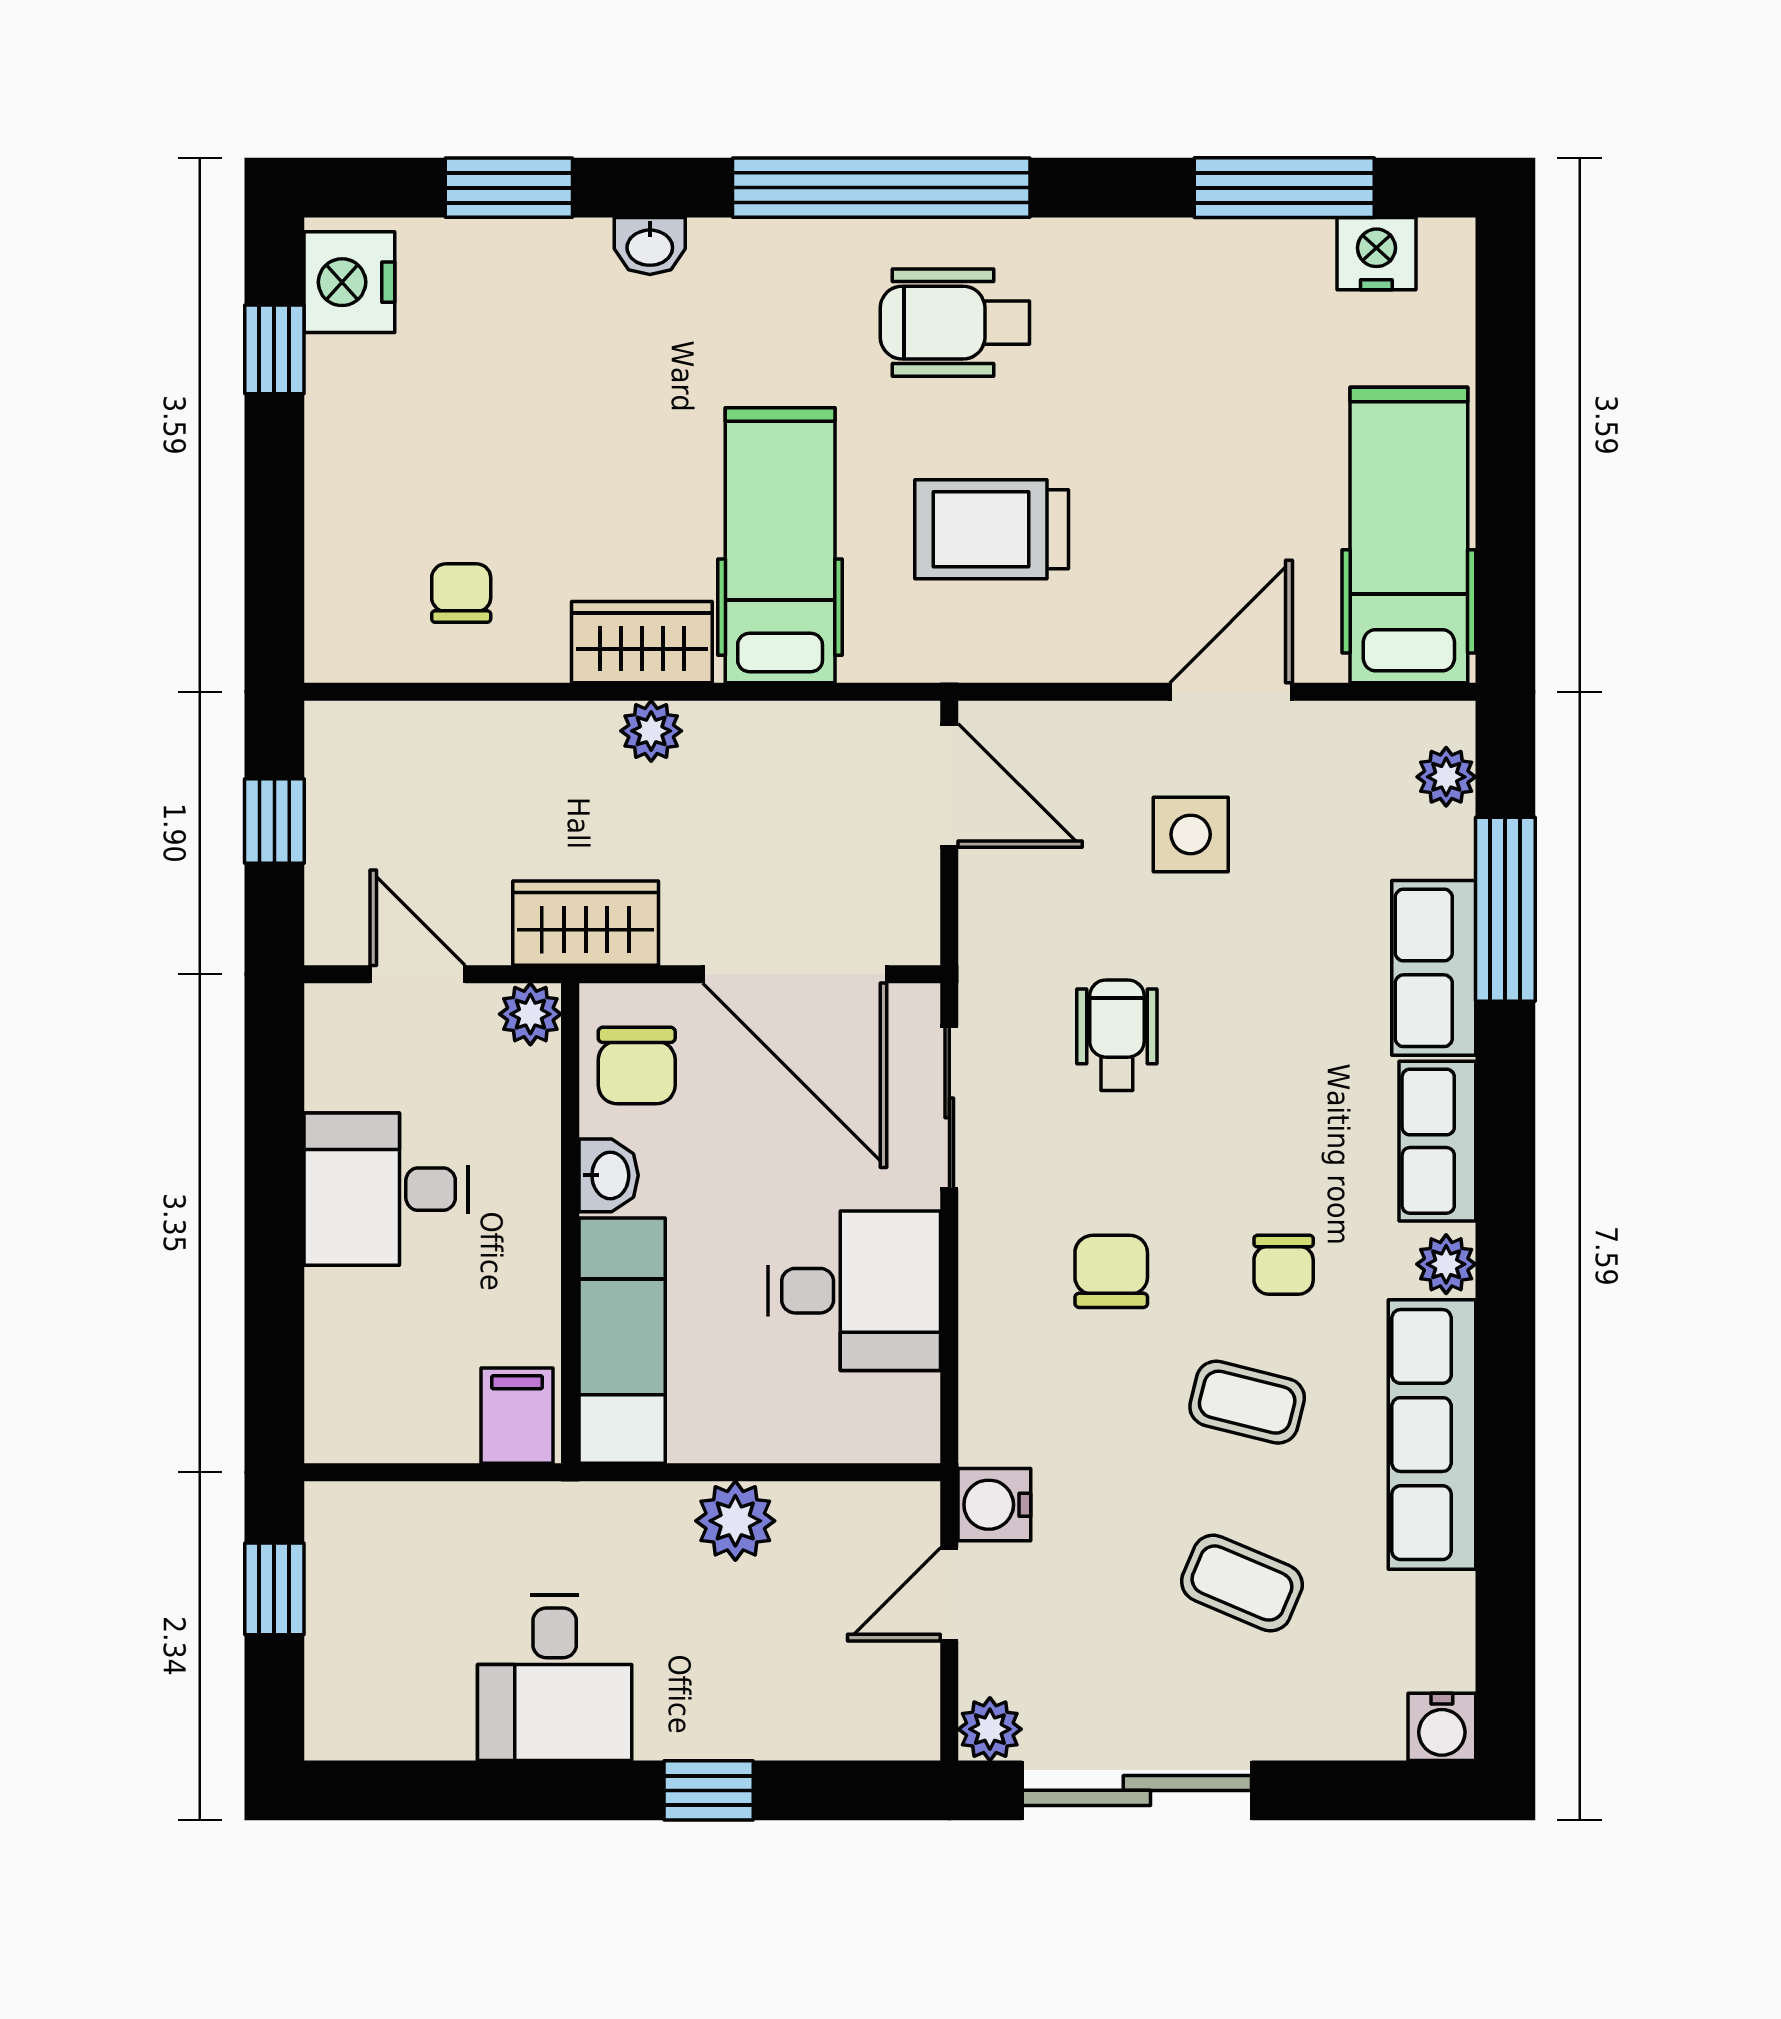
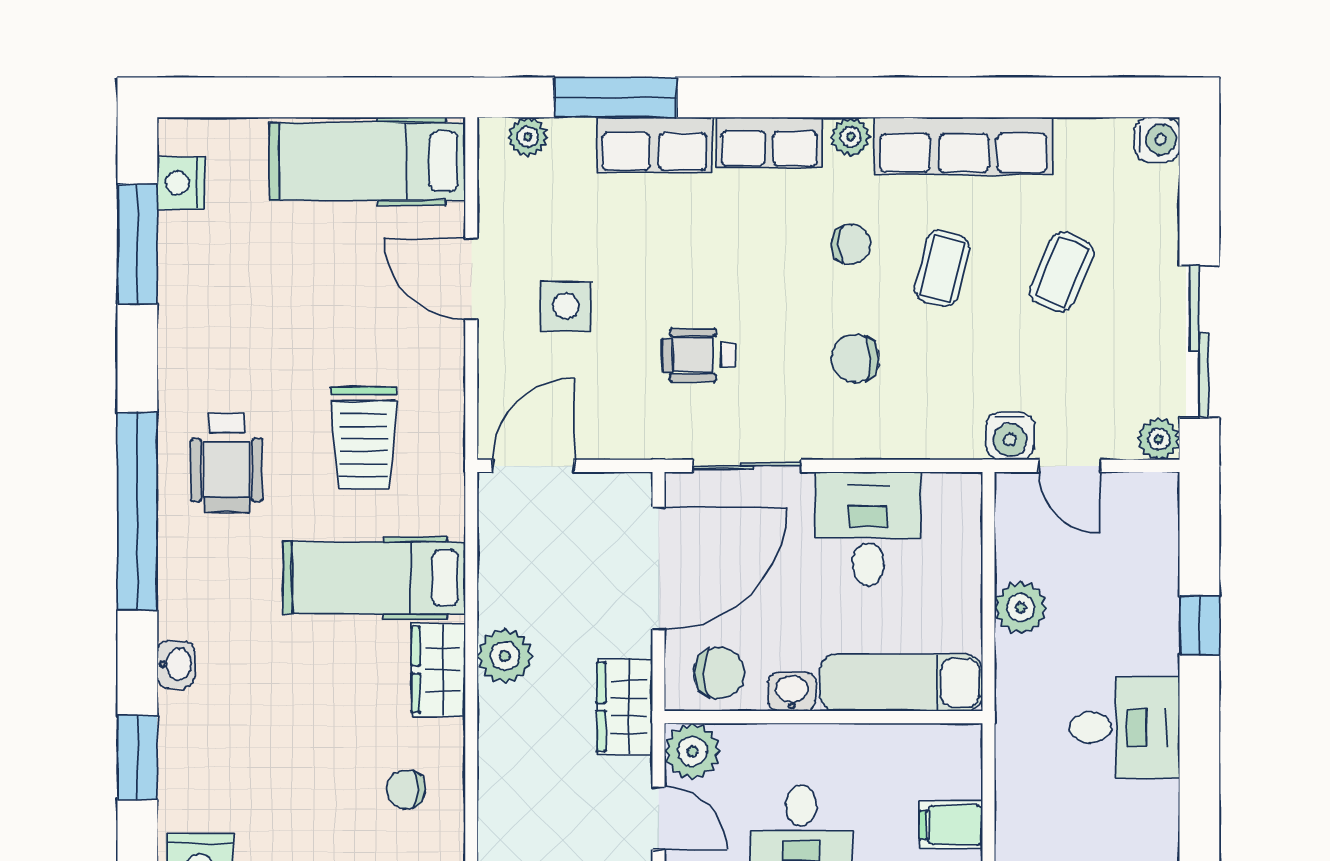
plant: (651, 731) -> (505, 656), width x1.38, depth x1.38
door: (418, 974) -> (658, 818), swing flipped
plant: (530, 1014) -> (693, 751), width x1.38, depth x1.38
filing cabinet: (517, 1416) -> (951, 825), moved

